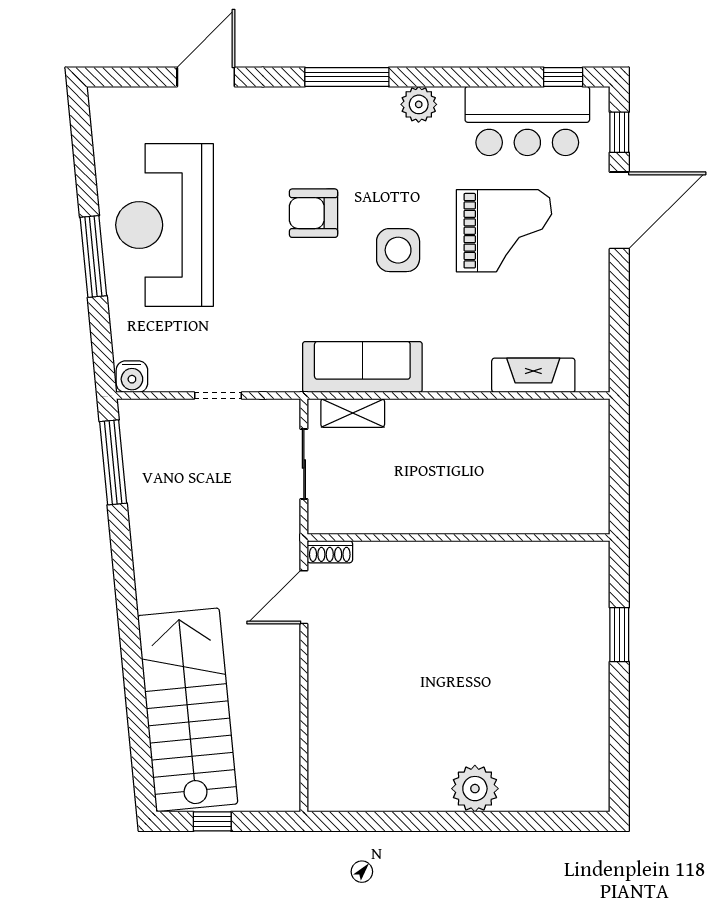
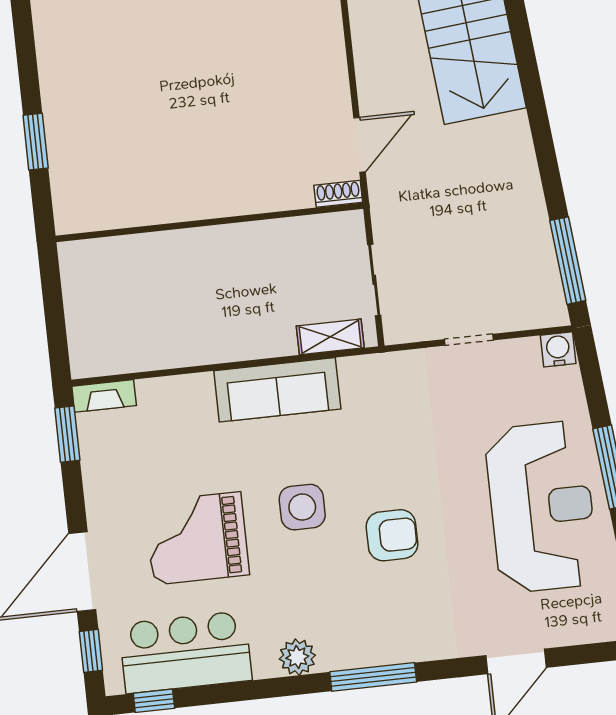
window: (619, 346) -> (67, 434), added
sofa: (362, 367) -> (277, 390), moved
fireplace: (533, 375) -> (104, 396), moved, width x0.73, depth x0.76

